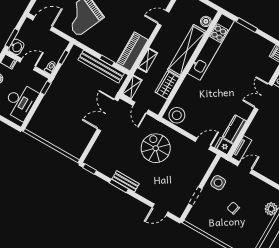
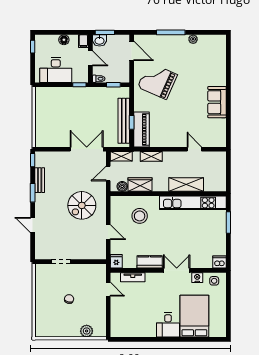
boiler: (206, 21) -> (122, 186), moved
piano: (132, 51) -> (141, 130), moved, turned 90
shelving: (187, 51) -> (186, 185), width x0.68
stool: (177, 115) -> (140, 216), moved
kitchen counter: (234, 129) -> (150, 262), moved
door: (203, 144) -> (108, 232), moved
spiral stairs: (156, 148) -> (82, 205), turned 180
tv unit: (242, 149) -> (133, 277), moved
bench: (126, 181) -> (40, 180), moved
side table: (218, 183) -> (83, 274), removed
door: (160, 210) -> (33, 225), moved

